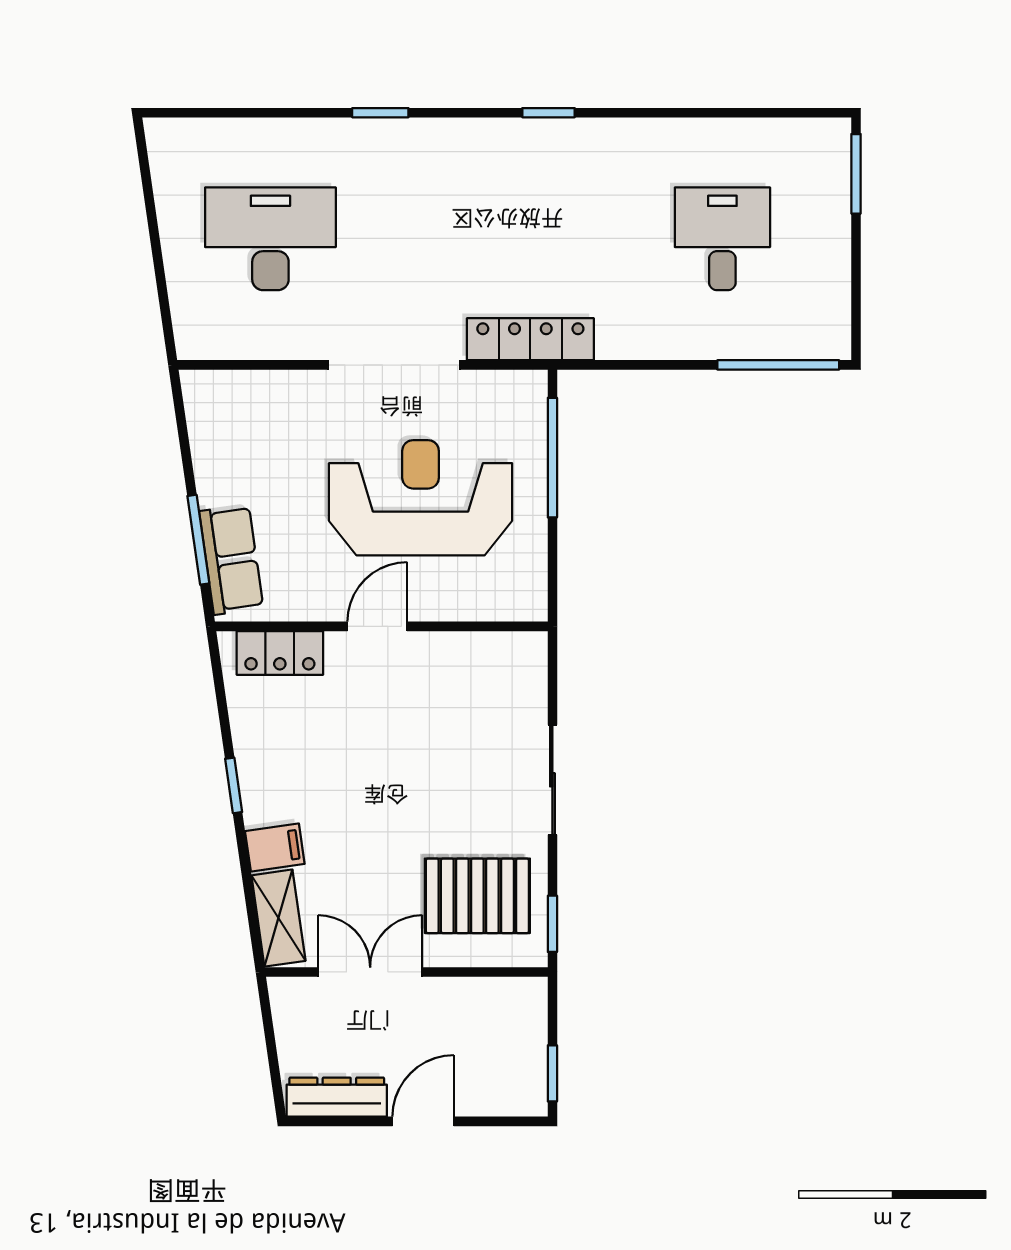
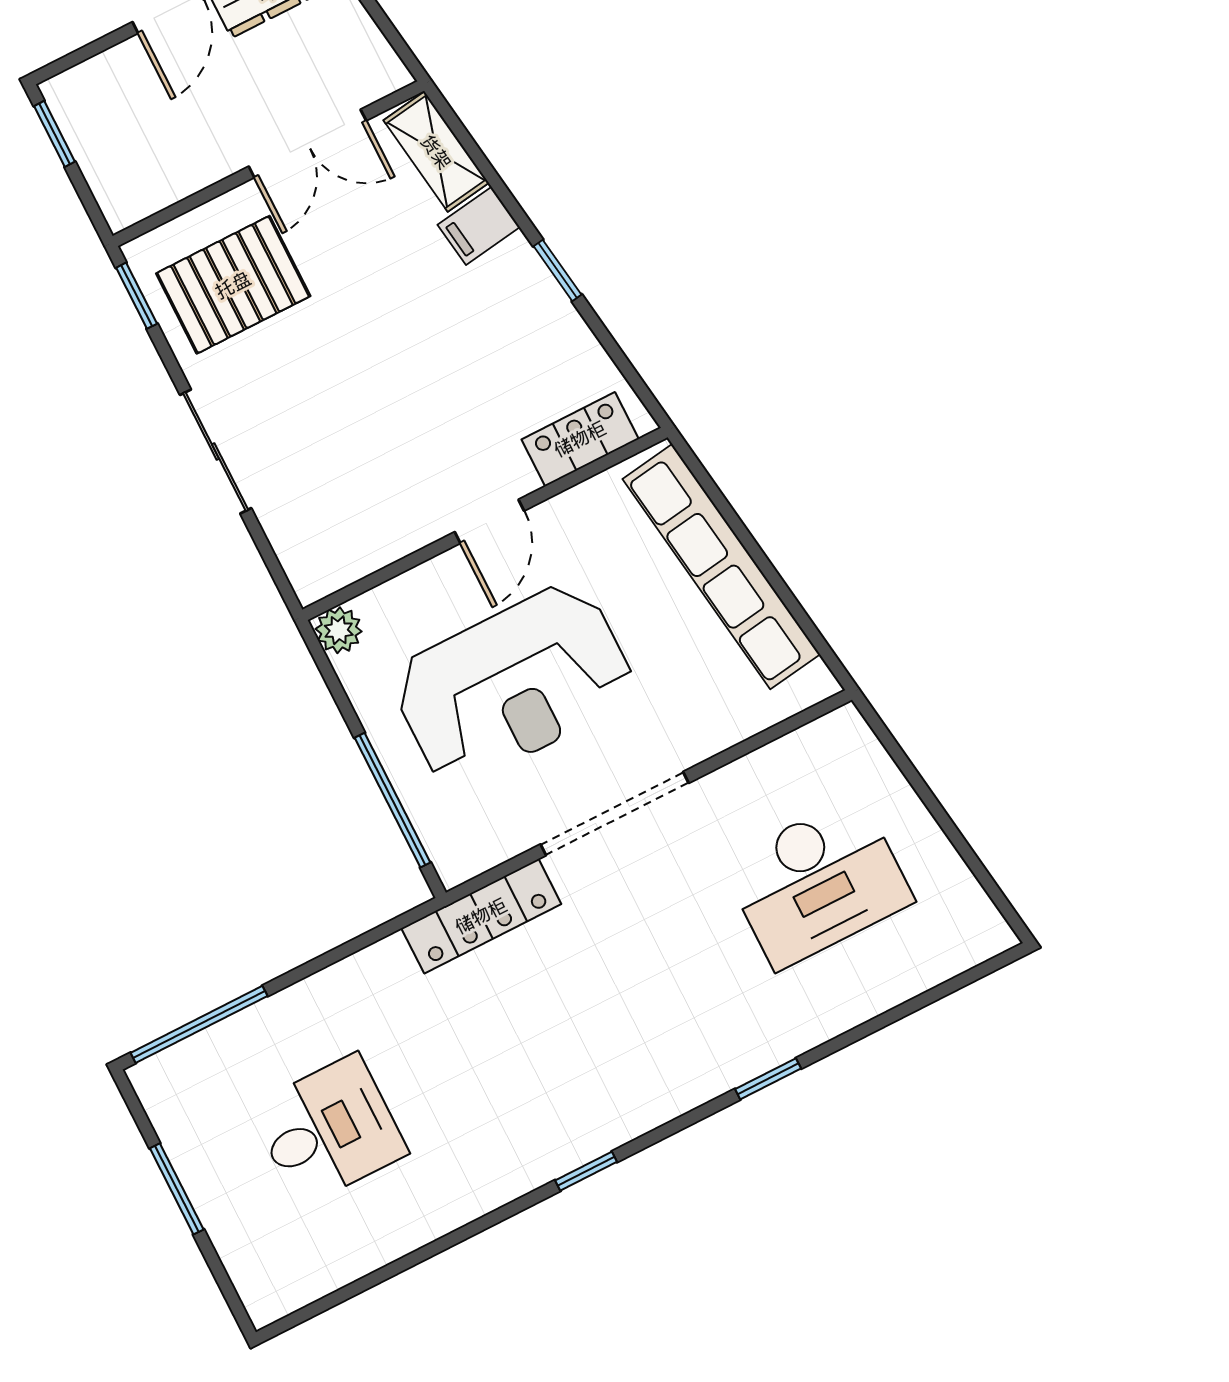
window: (856, 174) -> (177, 1189), moved
desk: (722, 239) -> (329, 1130), turned -90
window: (198, 540) -> (731, 517), removed
row of seats: (231, 560) -> (721, 567), width x2.02
plant: (529, 603) -> (339, 630), added

